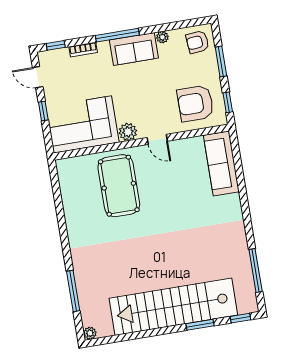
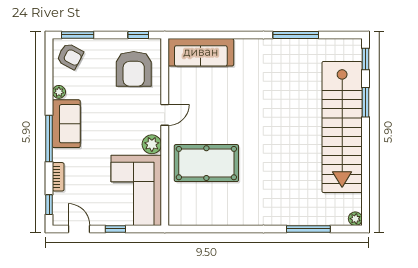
armchair: (197, 42) -> (70, 56), turned -57
window: (221, 61) -> (78, 35), moved
door: (38, 77) -> (79, 229), swing flipped
window: (256, 271) -> (296, 35), moved

